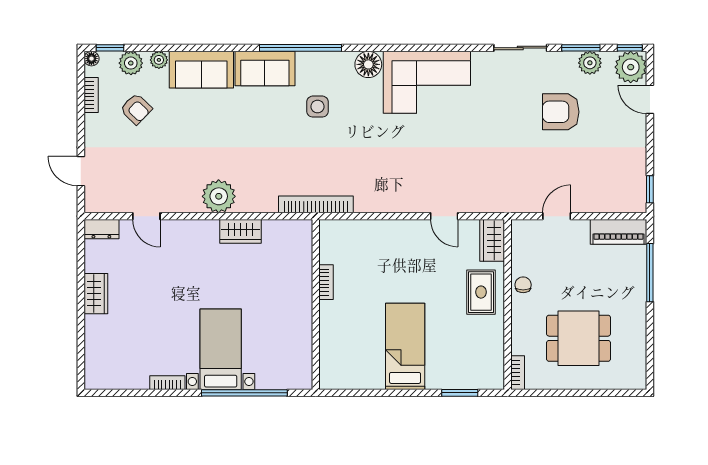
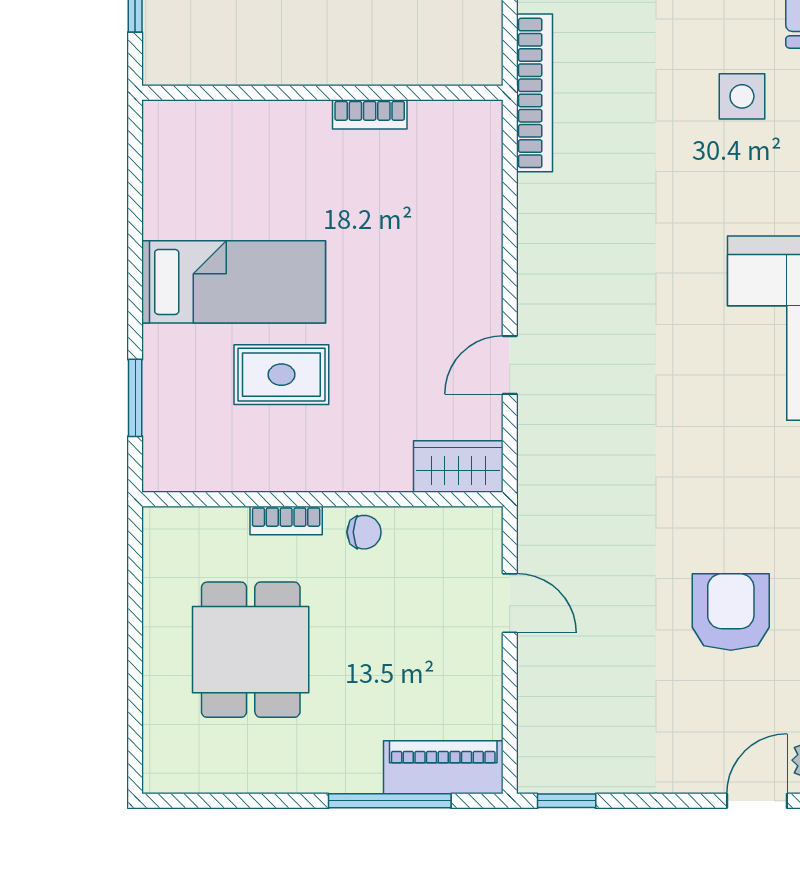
piano: (618, 232) -> (443, 767), moved, turned 90
rug: (481, 292) -> (281, 375), moved
bookcase: (518, 373) -> (286, 521), moved

